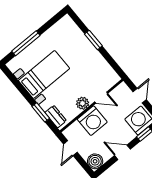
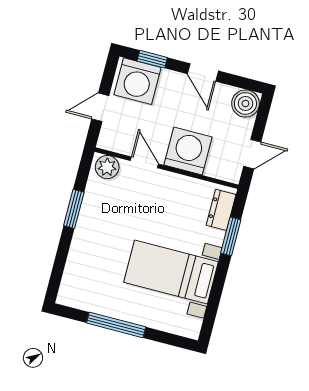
window: (93, 40) -> (74, 209), moved
window: (26, 43) -> (116, 325), moved
plant: (83, 103) -> (107, 167), moved

